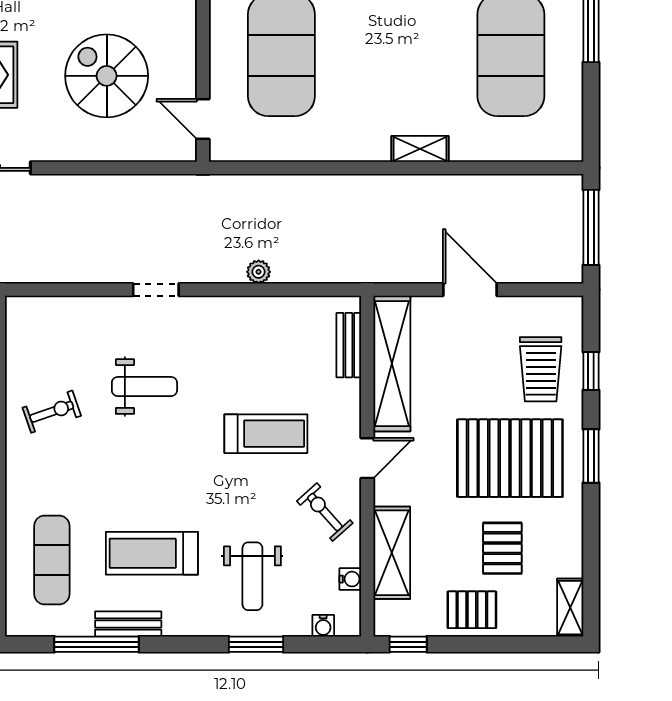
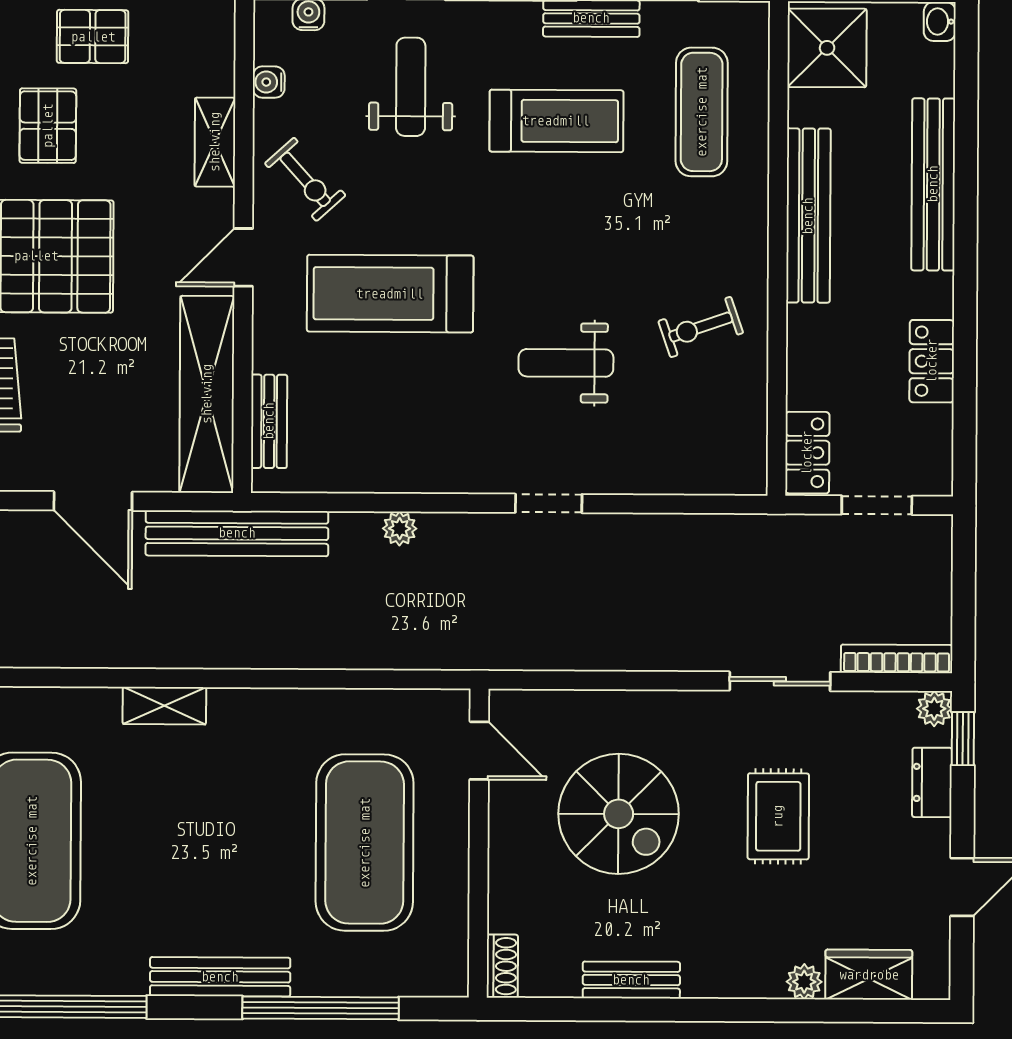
bench: (371, 268) -> (237, 533), added
treadmill: (266, 434) -> (390, 294), width x1.37, depth x1.38
shelving: (392, 553) -> (215, 142), width x0.67, depth x0.75

